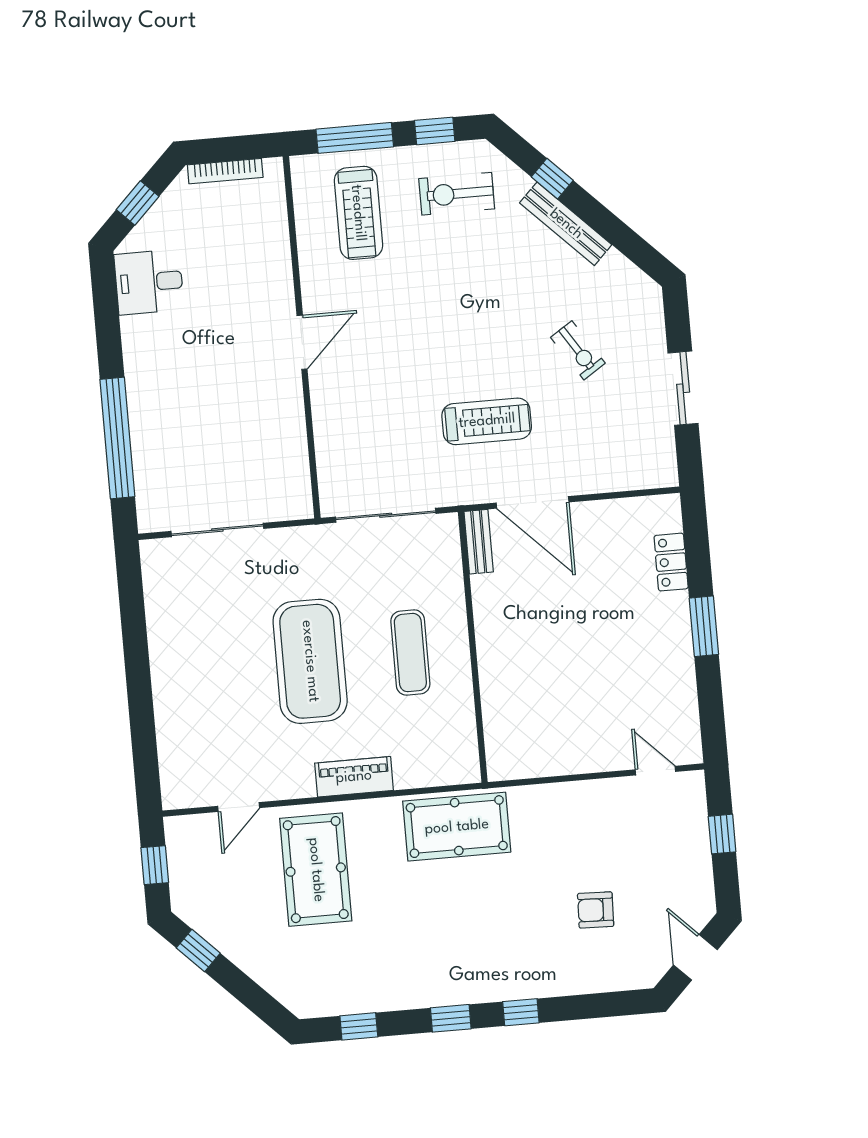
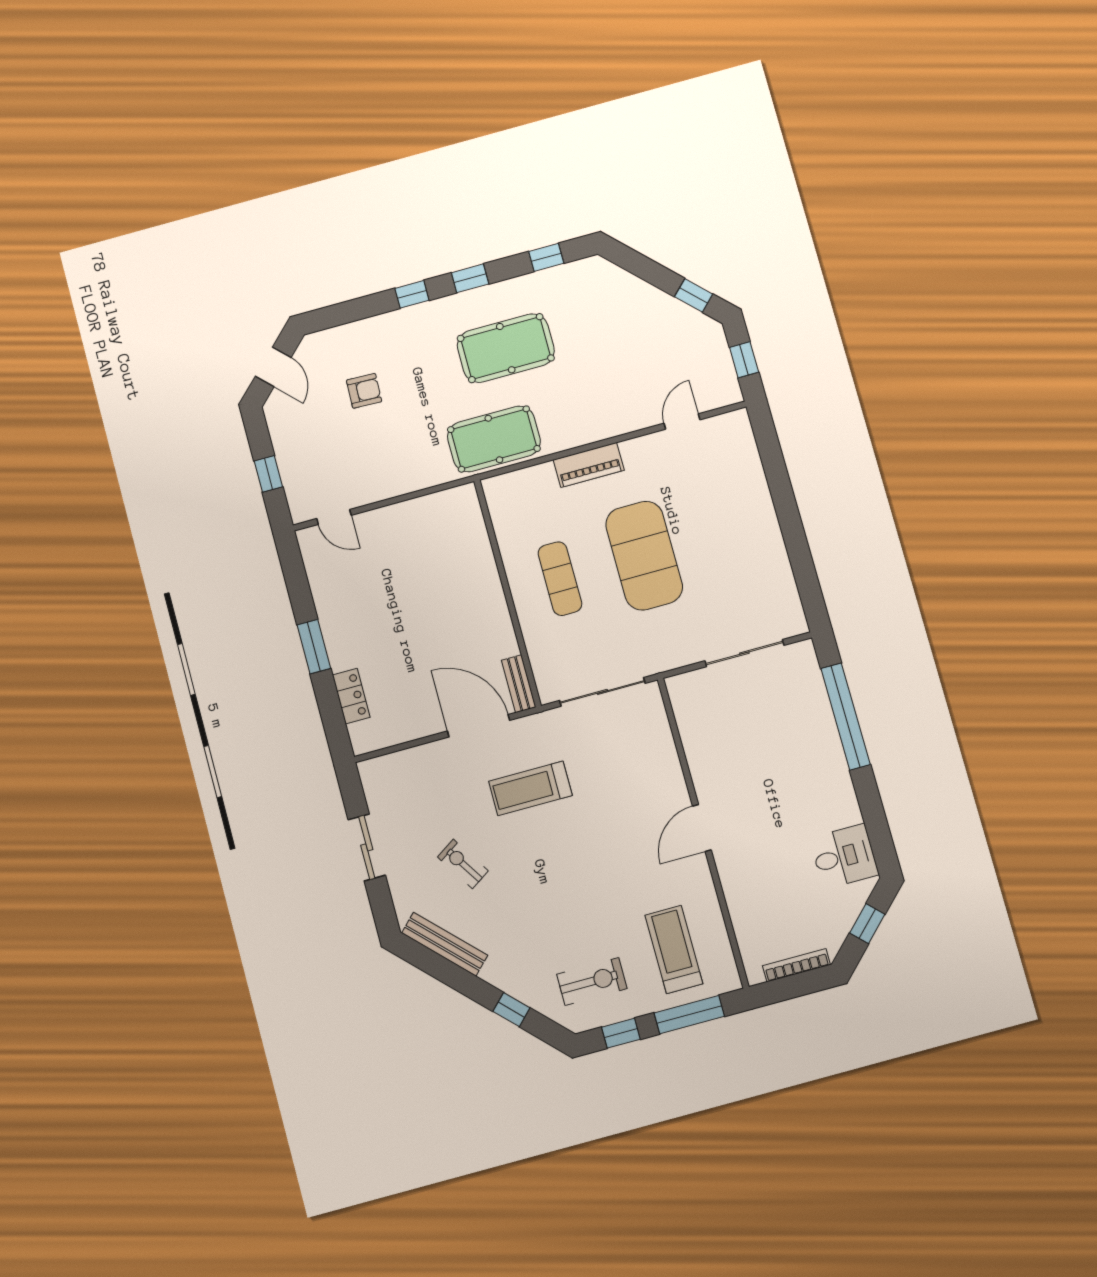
bench: (566, 224) -> (445, 944), moved
pool table: (316, 870) -> (506, 348), moved, turned 90

